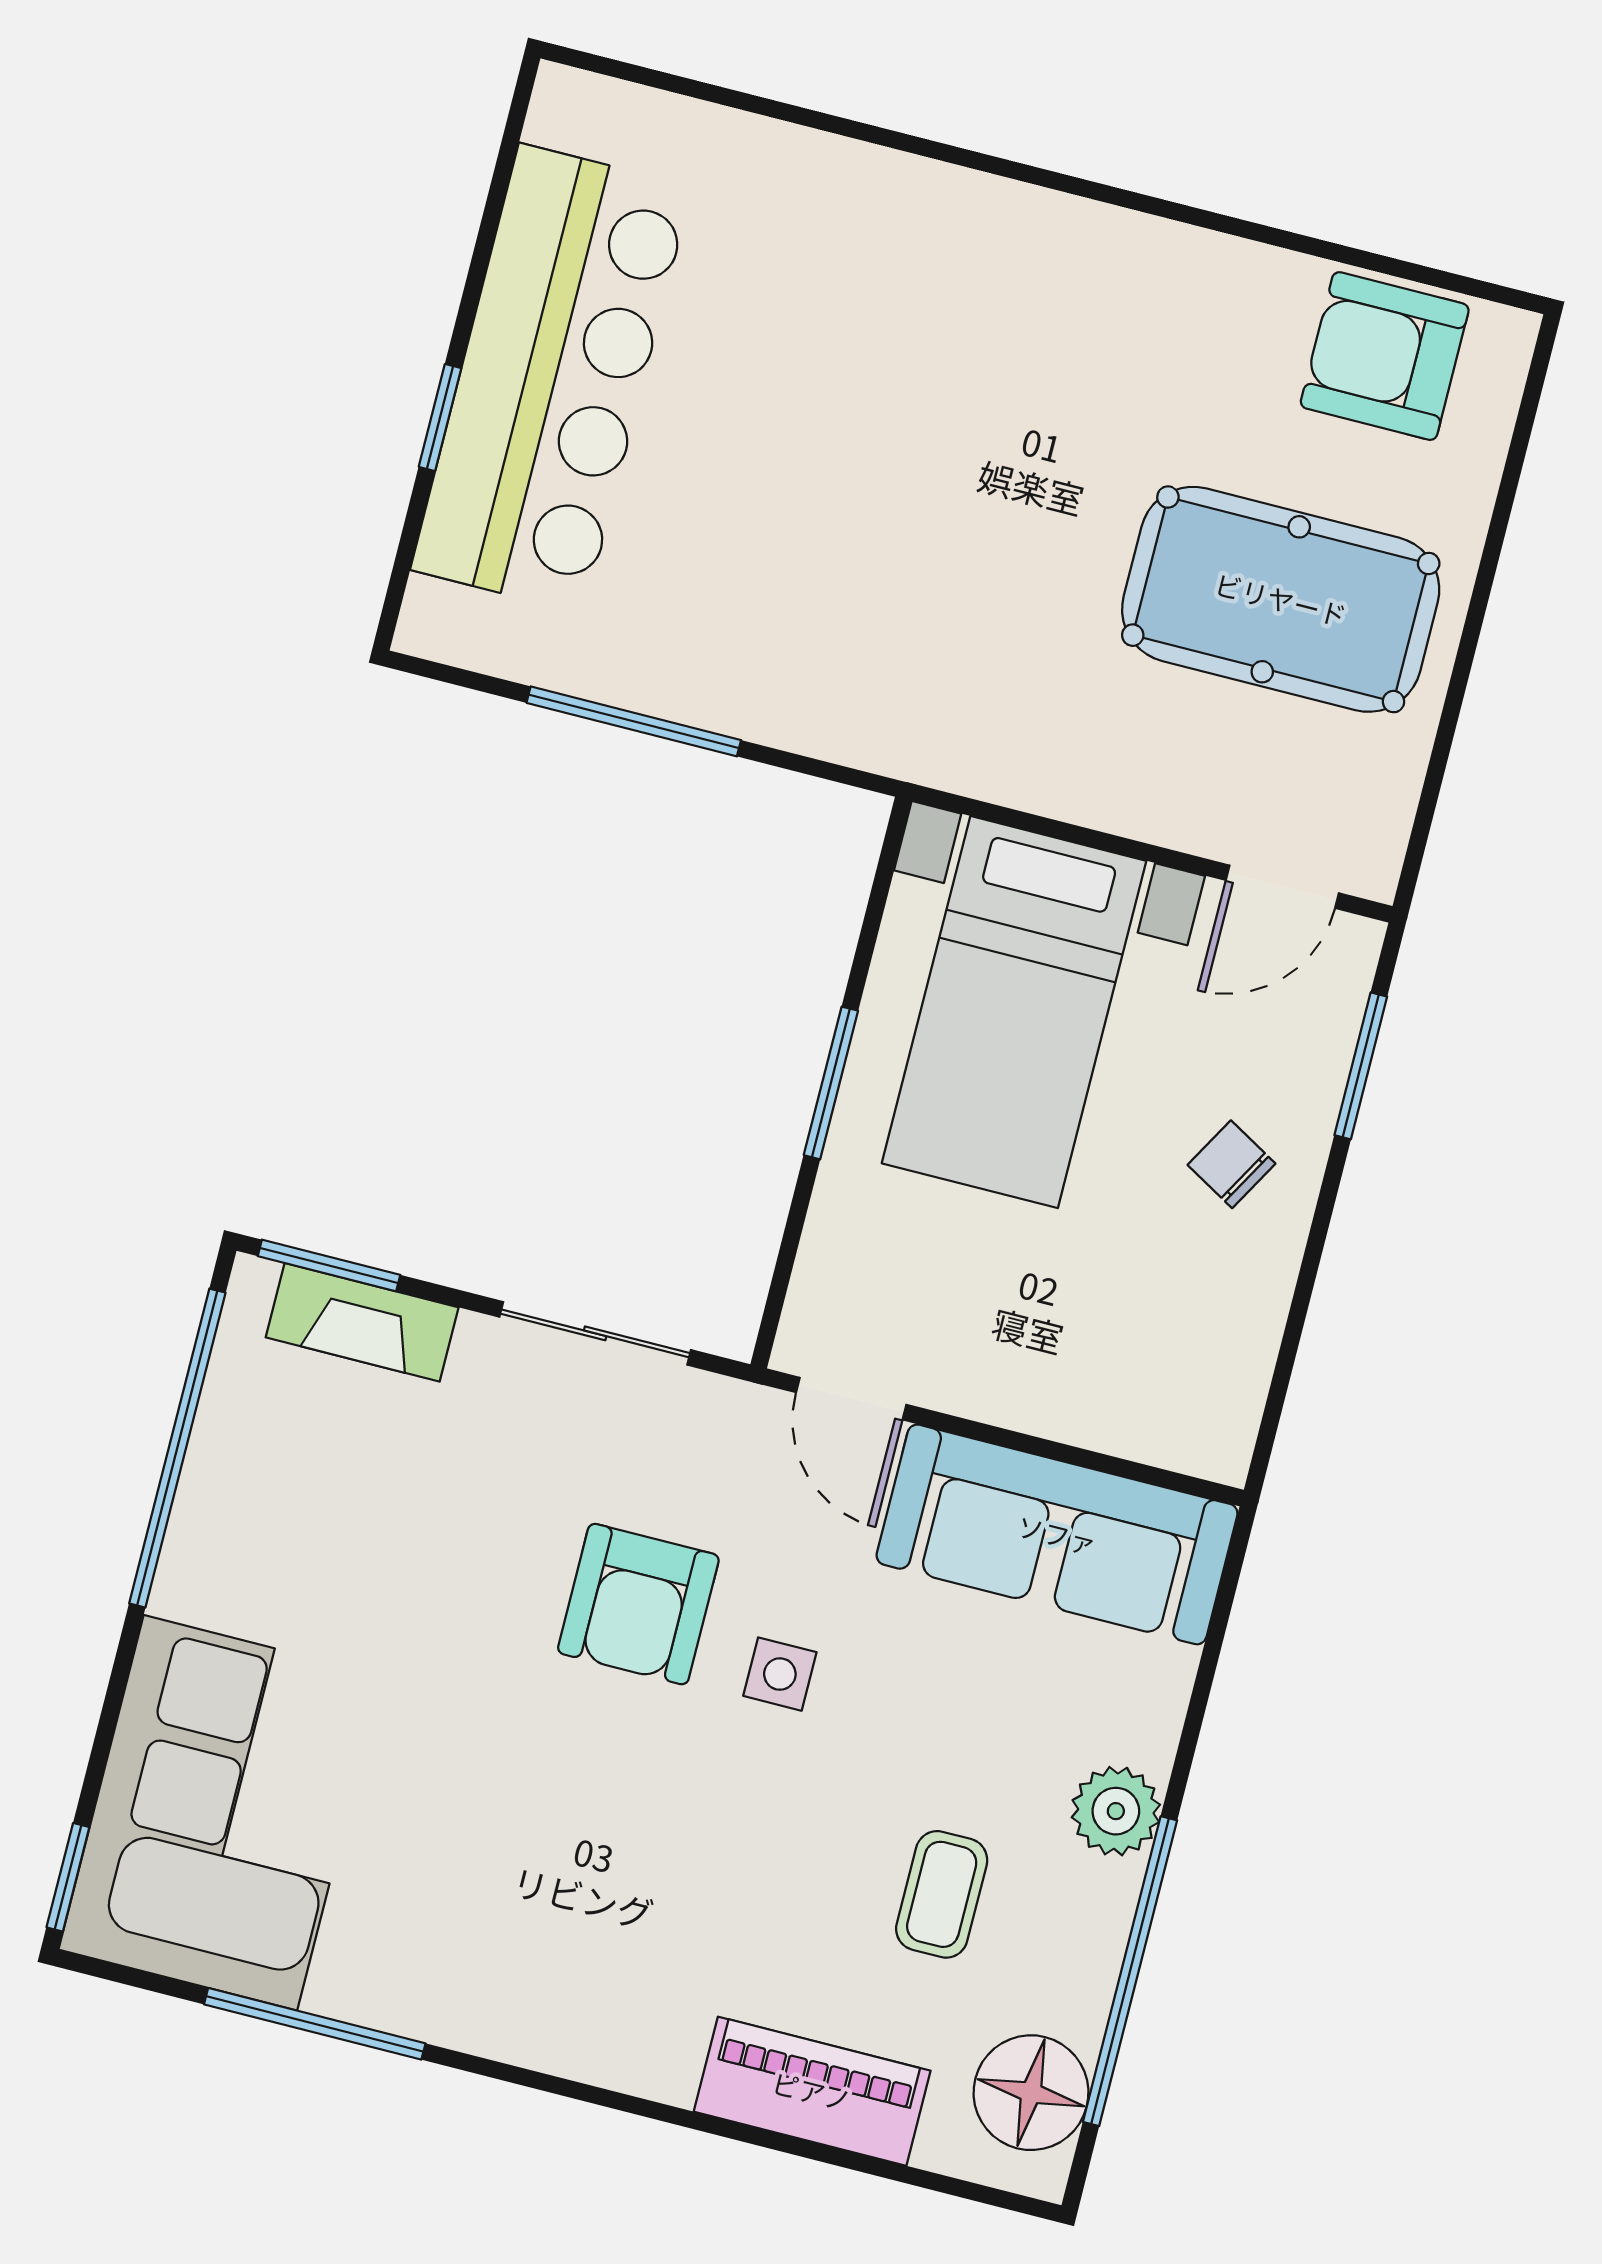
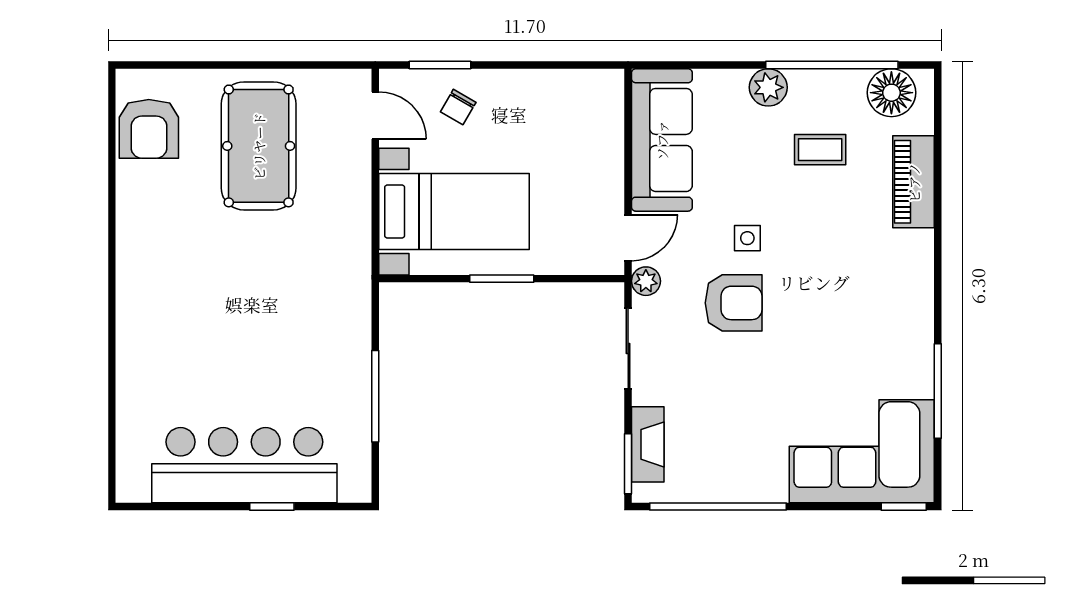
chair: (1232, 1164) -> (458, 107), moved
plant: (740, 1414) -> (646, 281), added

